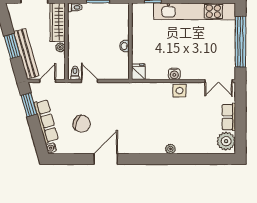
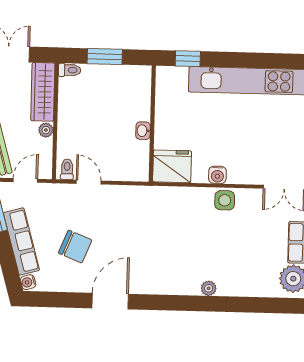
fridge: (138, 72) -> (172, 166), width x1.88, depth x1.34

